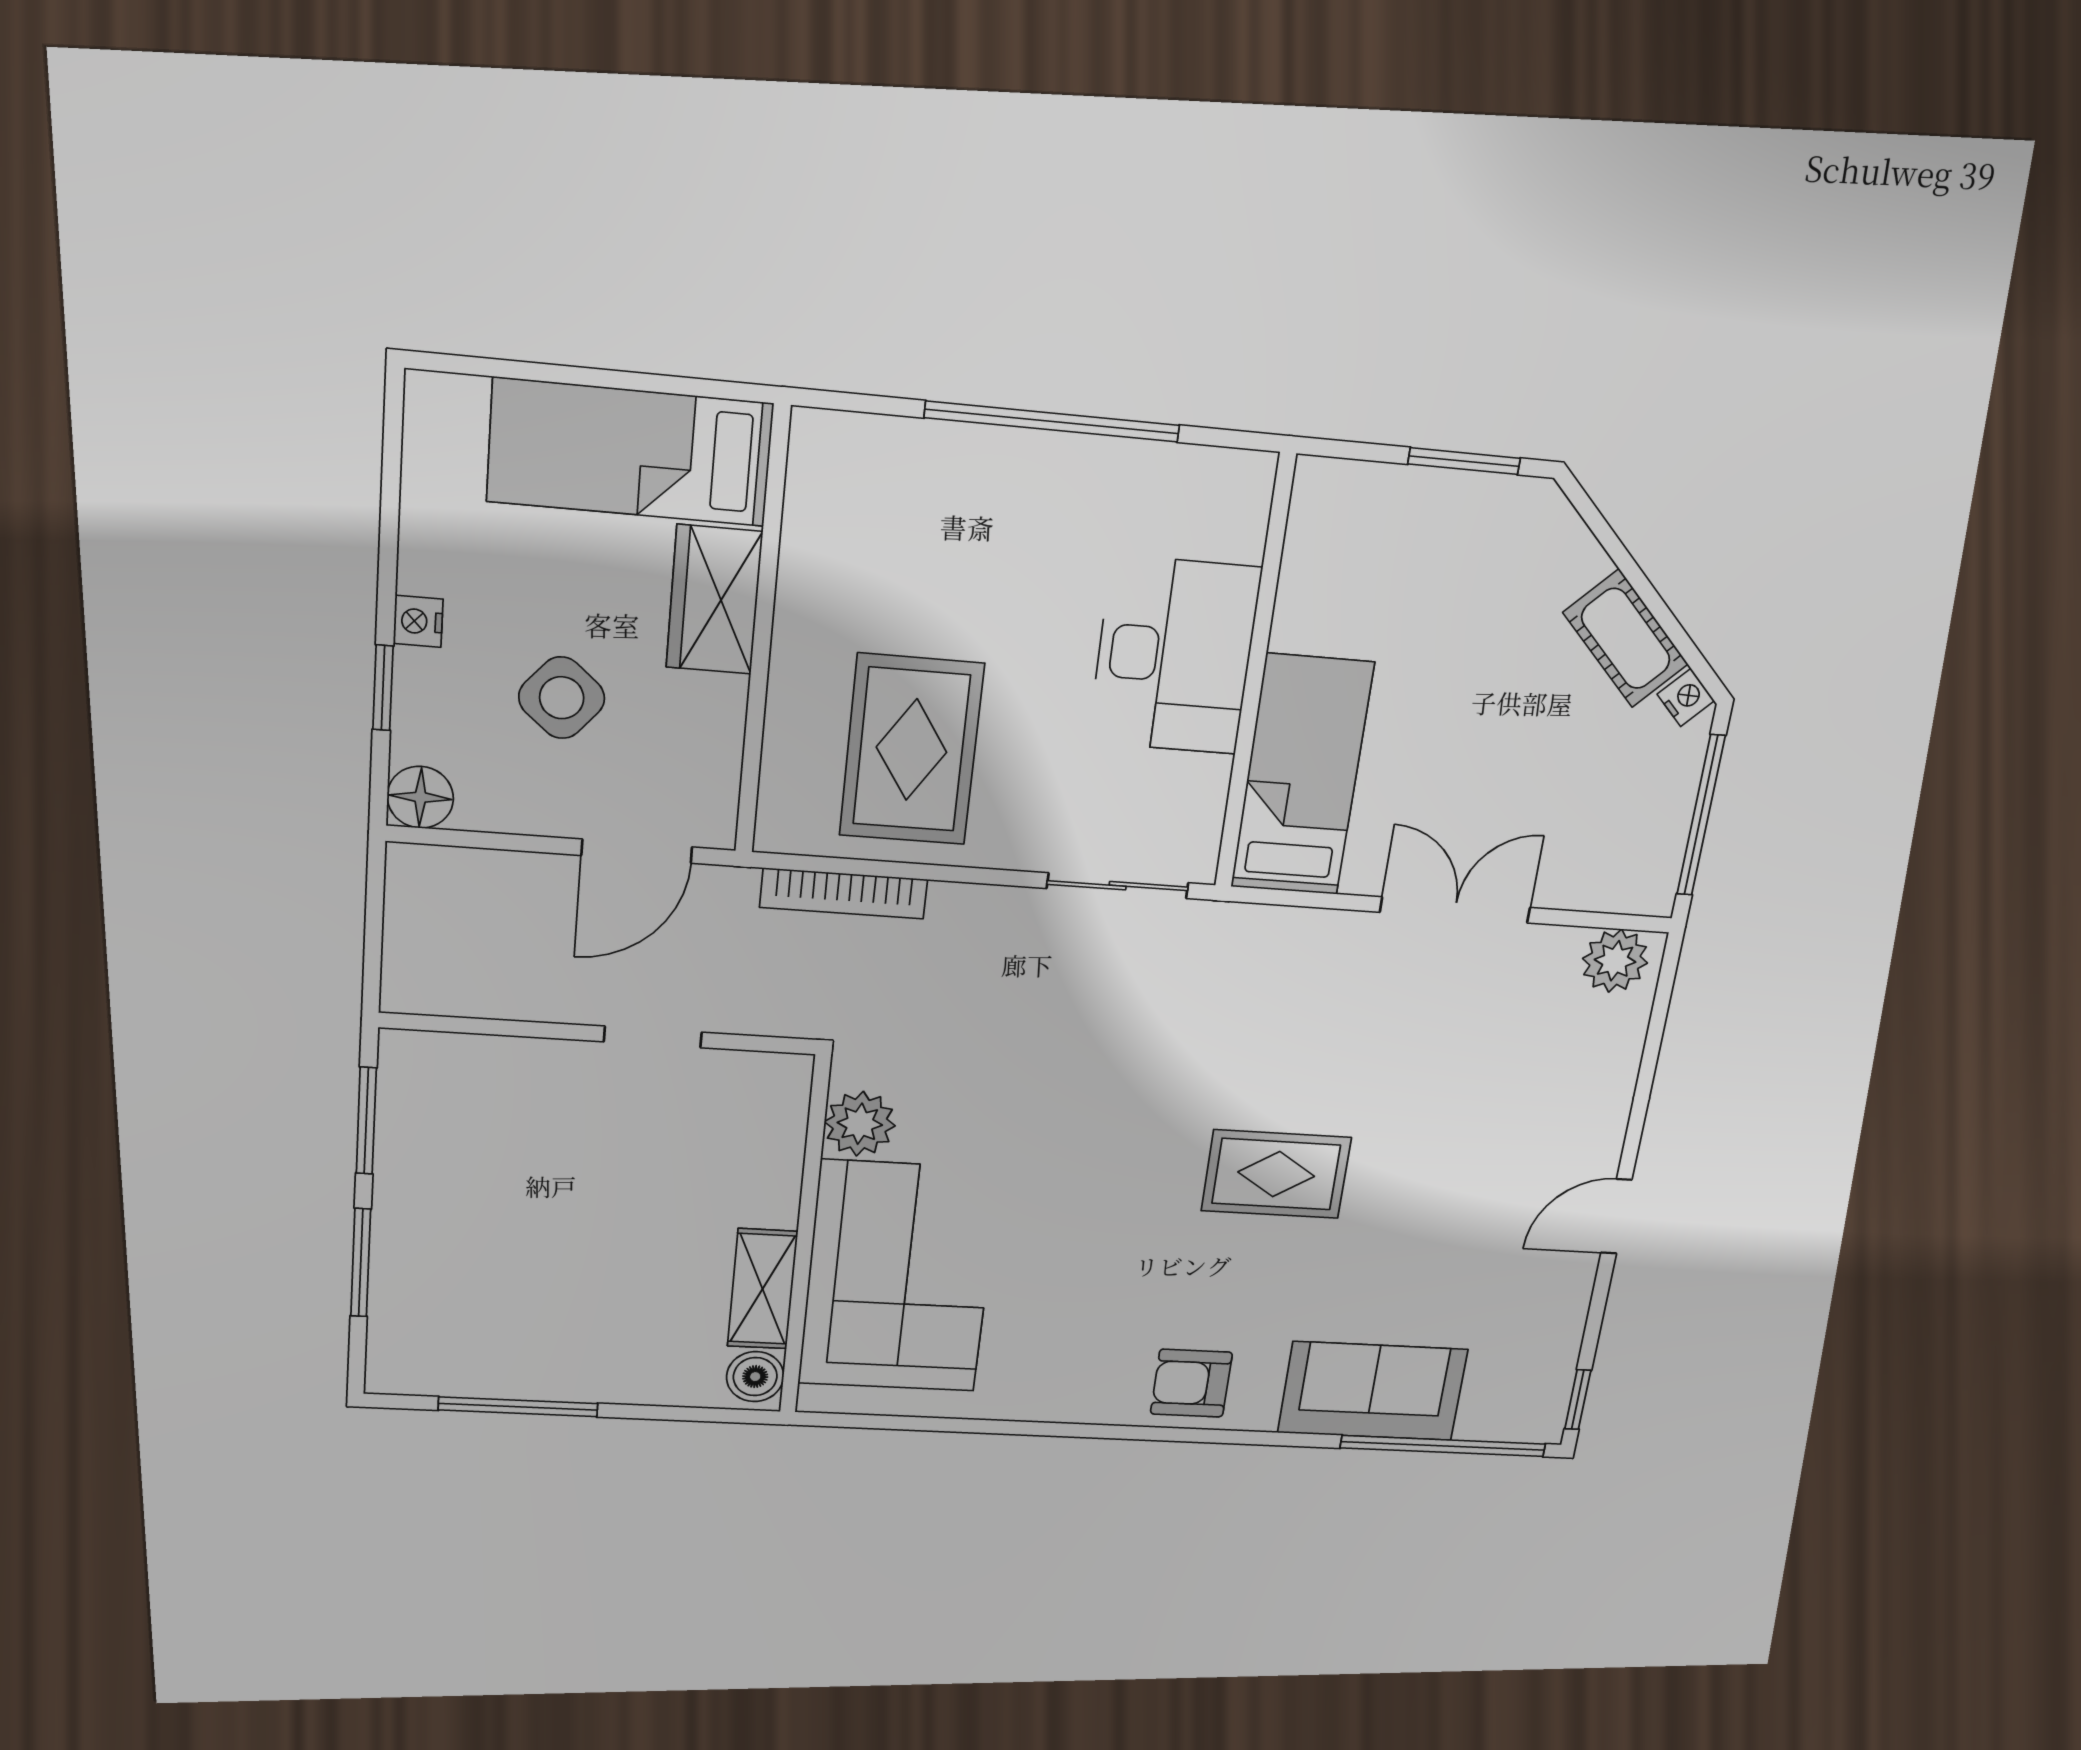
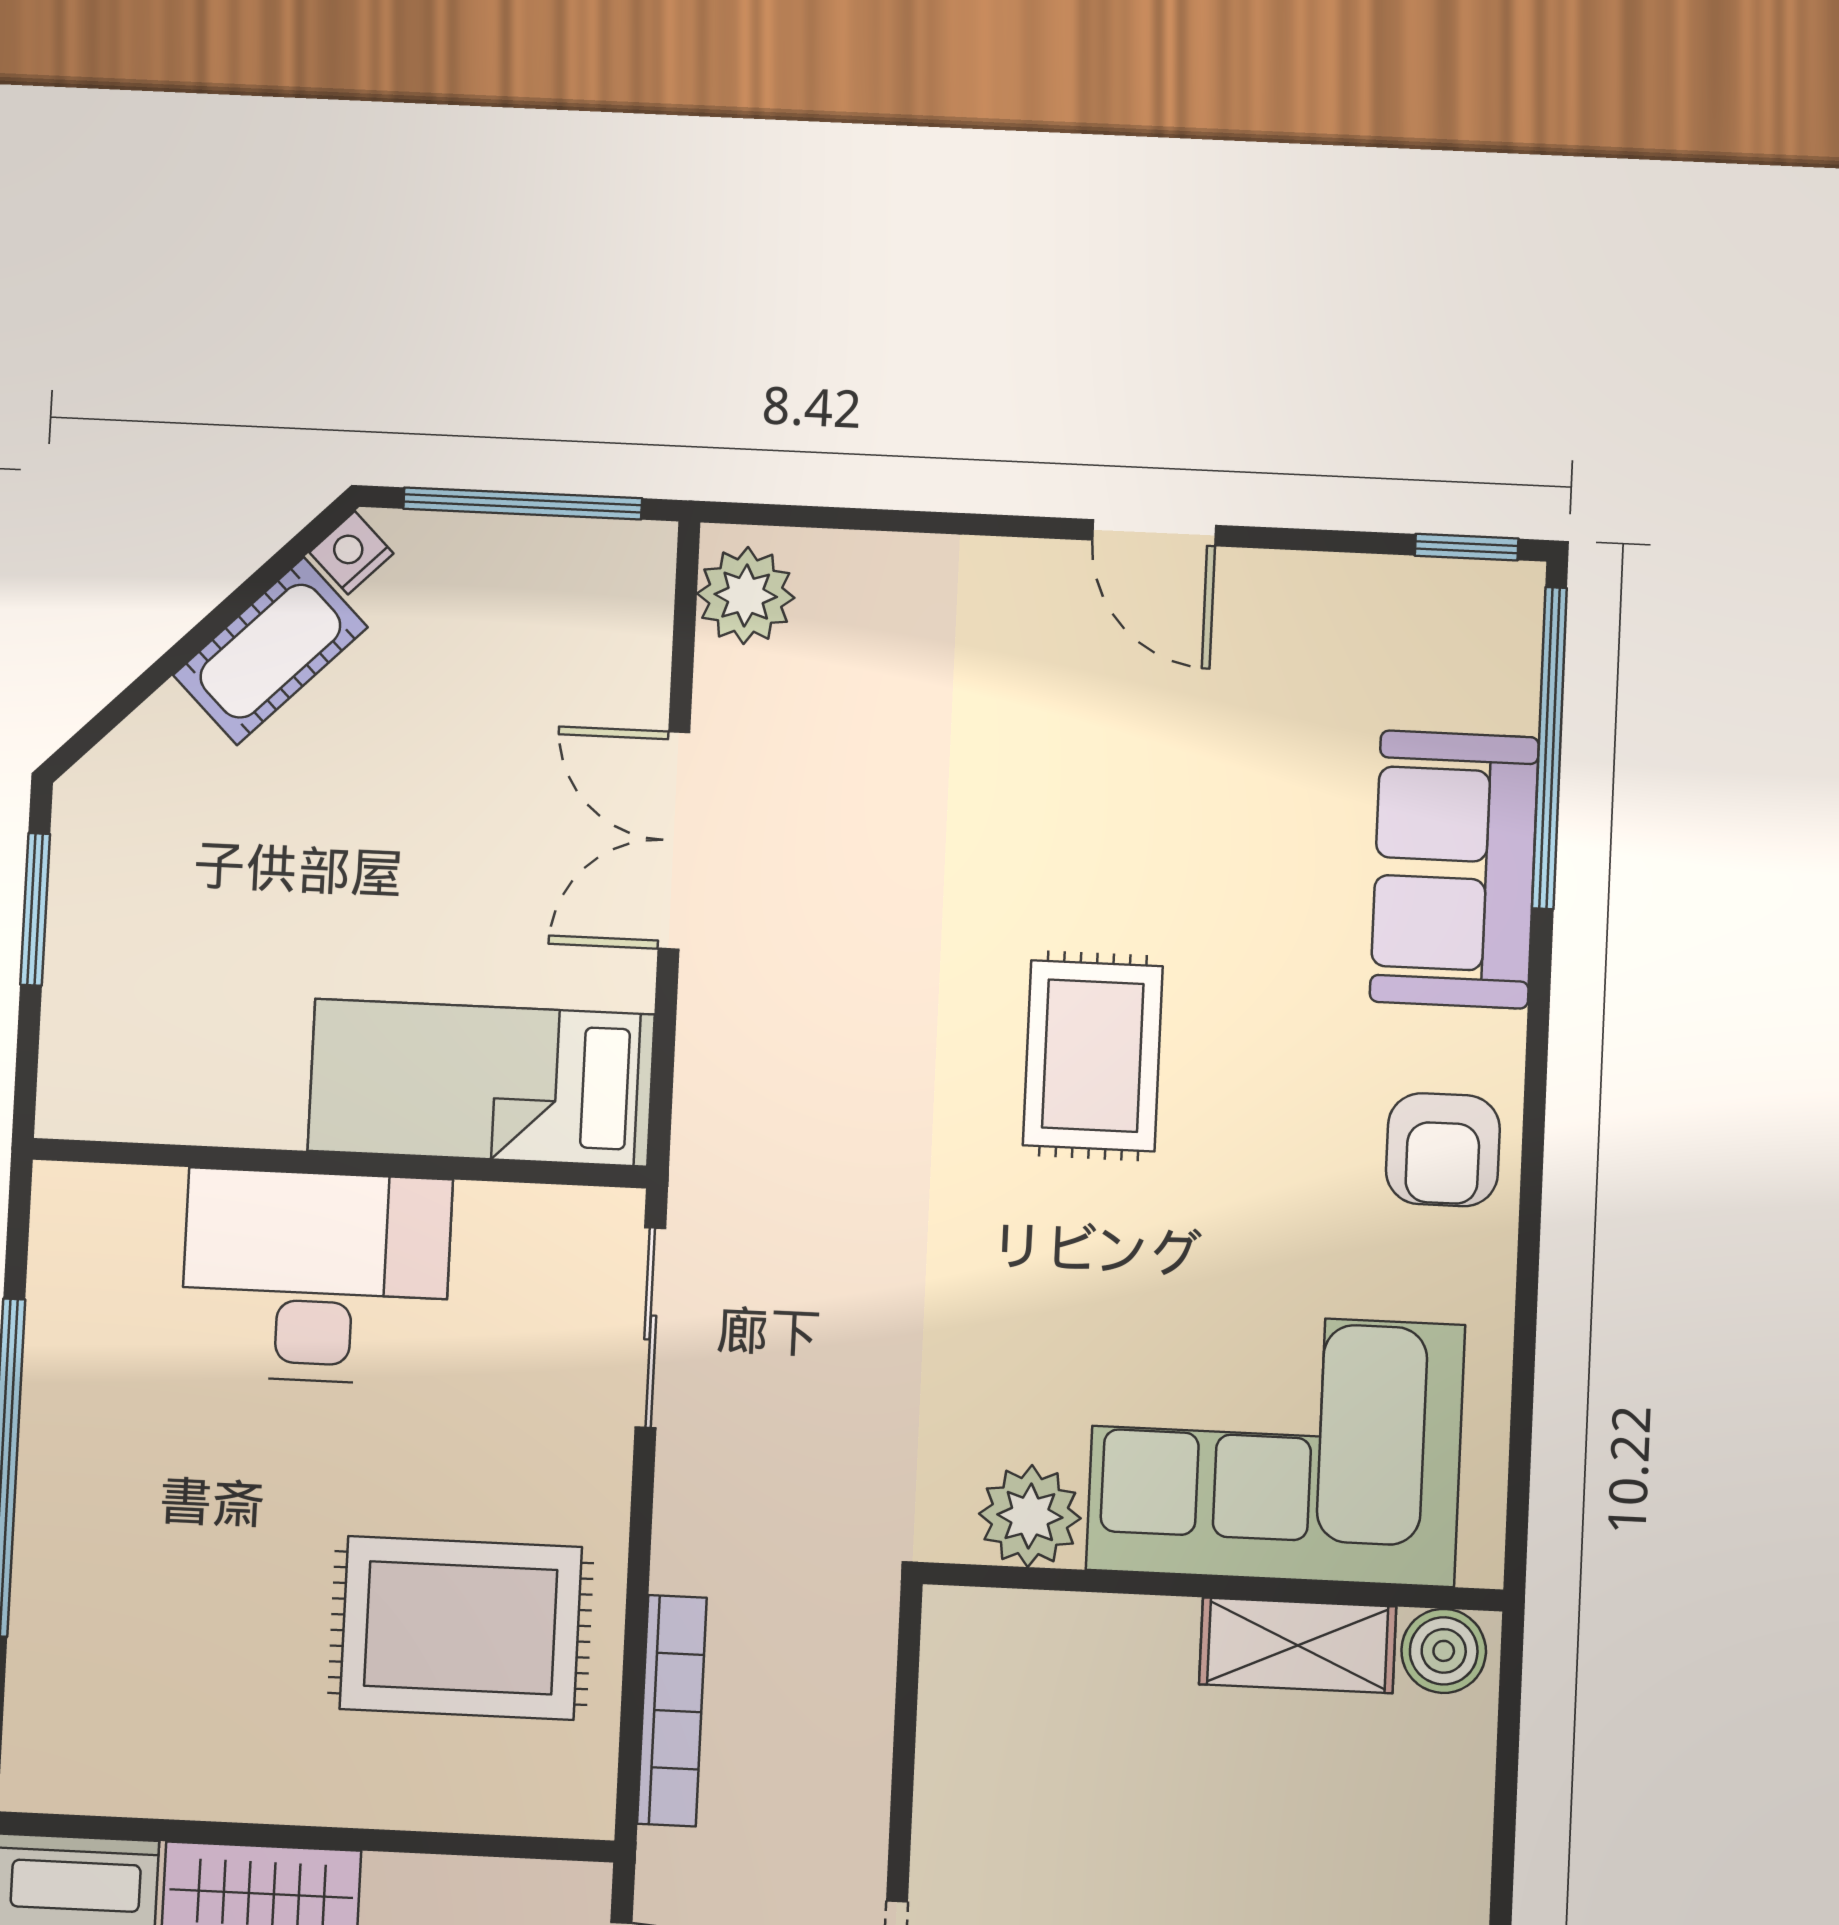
plant: (860, 1124) -> (1030, 1516), moved
wall: (805, 1238) -> (1213, 1587), moved
corner sofa: (898, 1277) -> (1276, 1447), moved
shelving: (763, 1289) -> (1298, 1645), moved
boiler: (755, 1377) -> (1444, 1651), moved

